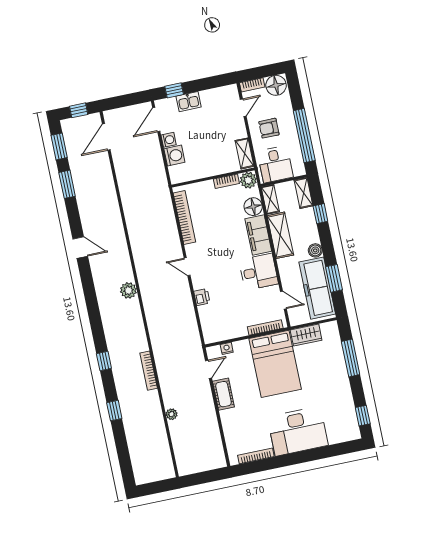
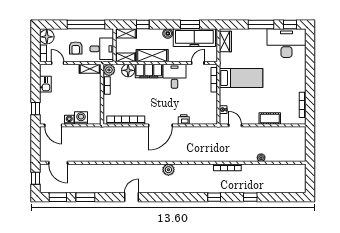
kitchen sink: (189, 102) -> (45, 84), moved
door: (187, 267) -> (160, 125), width x1.87
wardrobe: (306, 335) -> (225, 42), moved
window: (351, 358) -> (261, 25), moved
bed: (275, 364) -> (241, 78), width x0.67
cot: (223, 394) -> (270, 119), moved
desk: (298, 431) -> (286, 43), moved, turned -90

